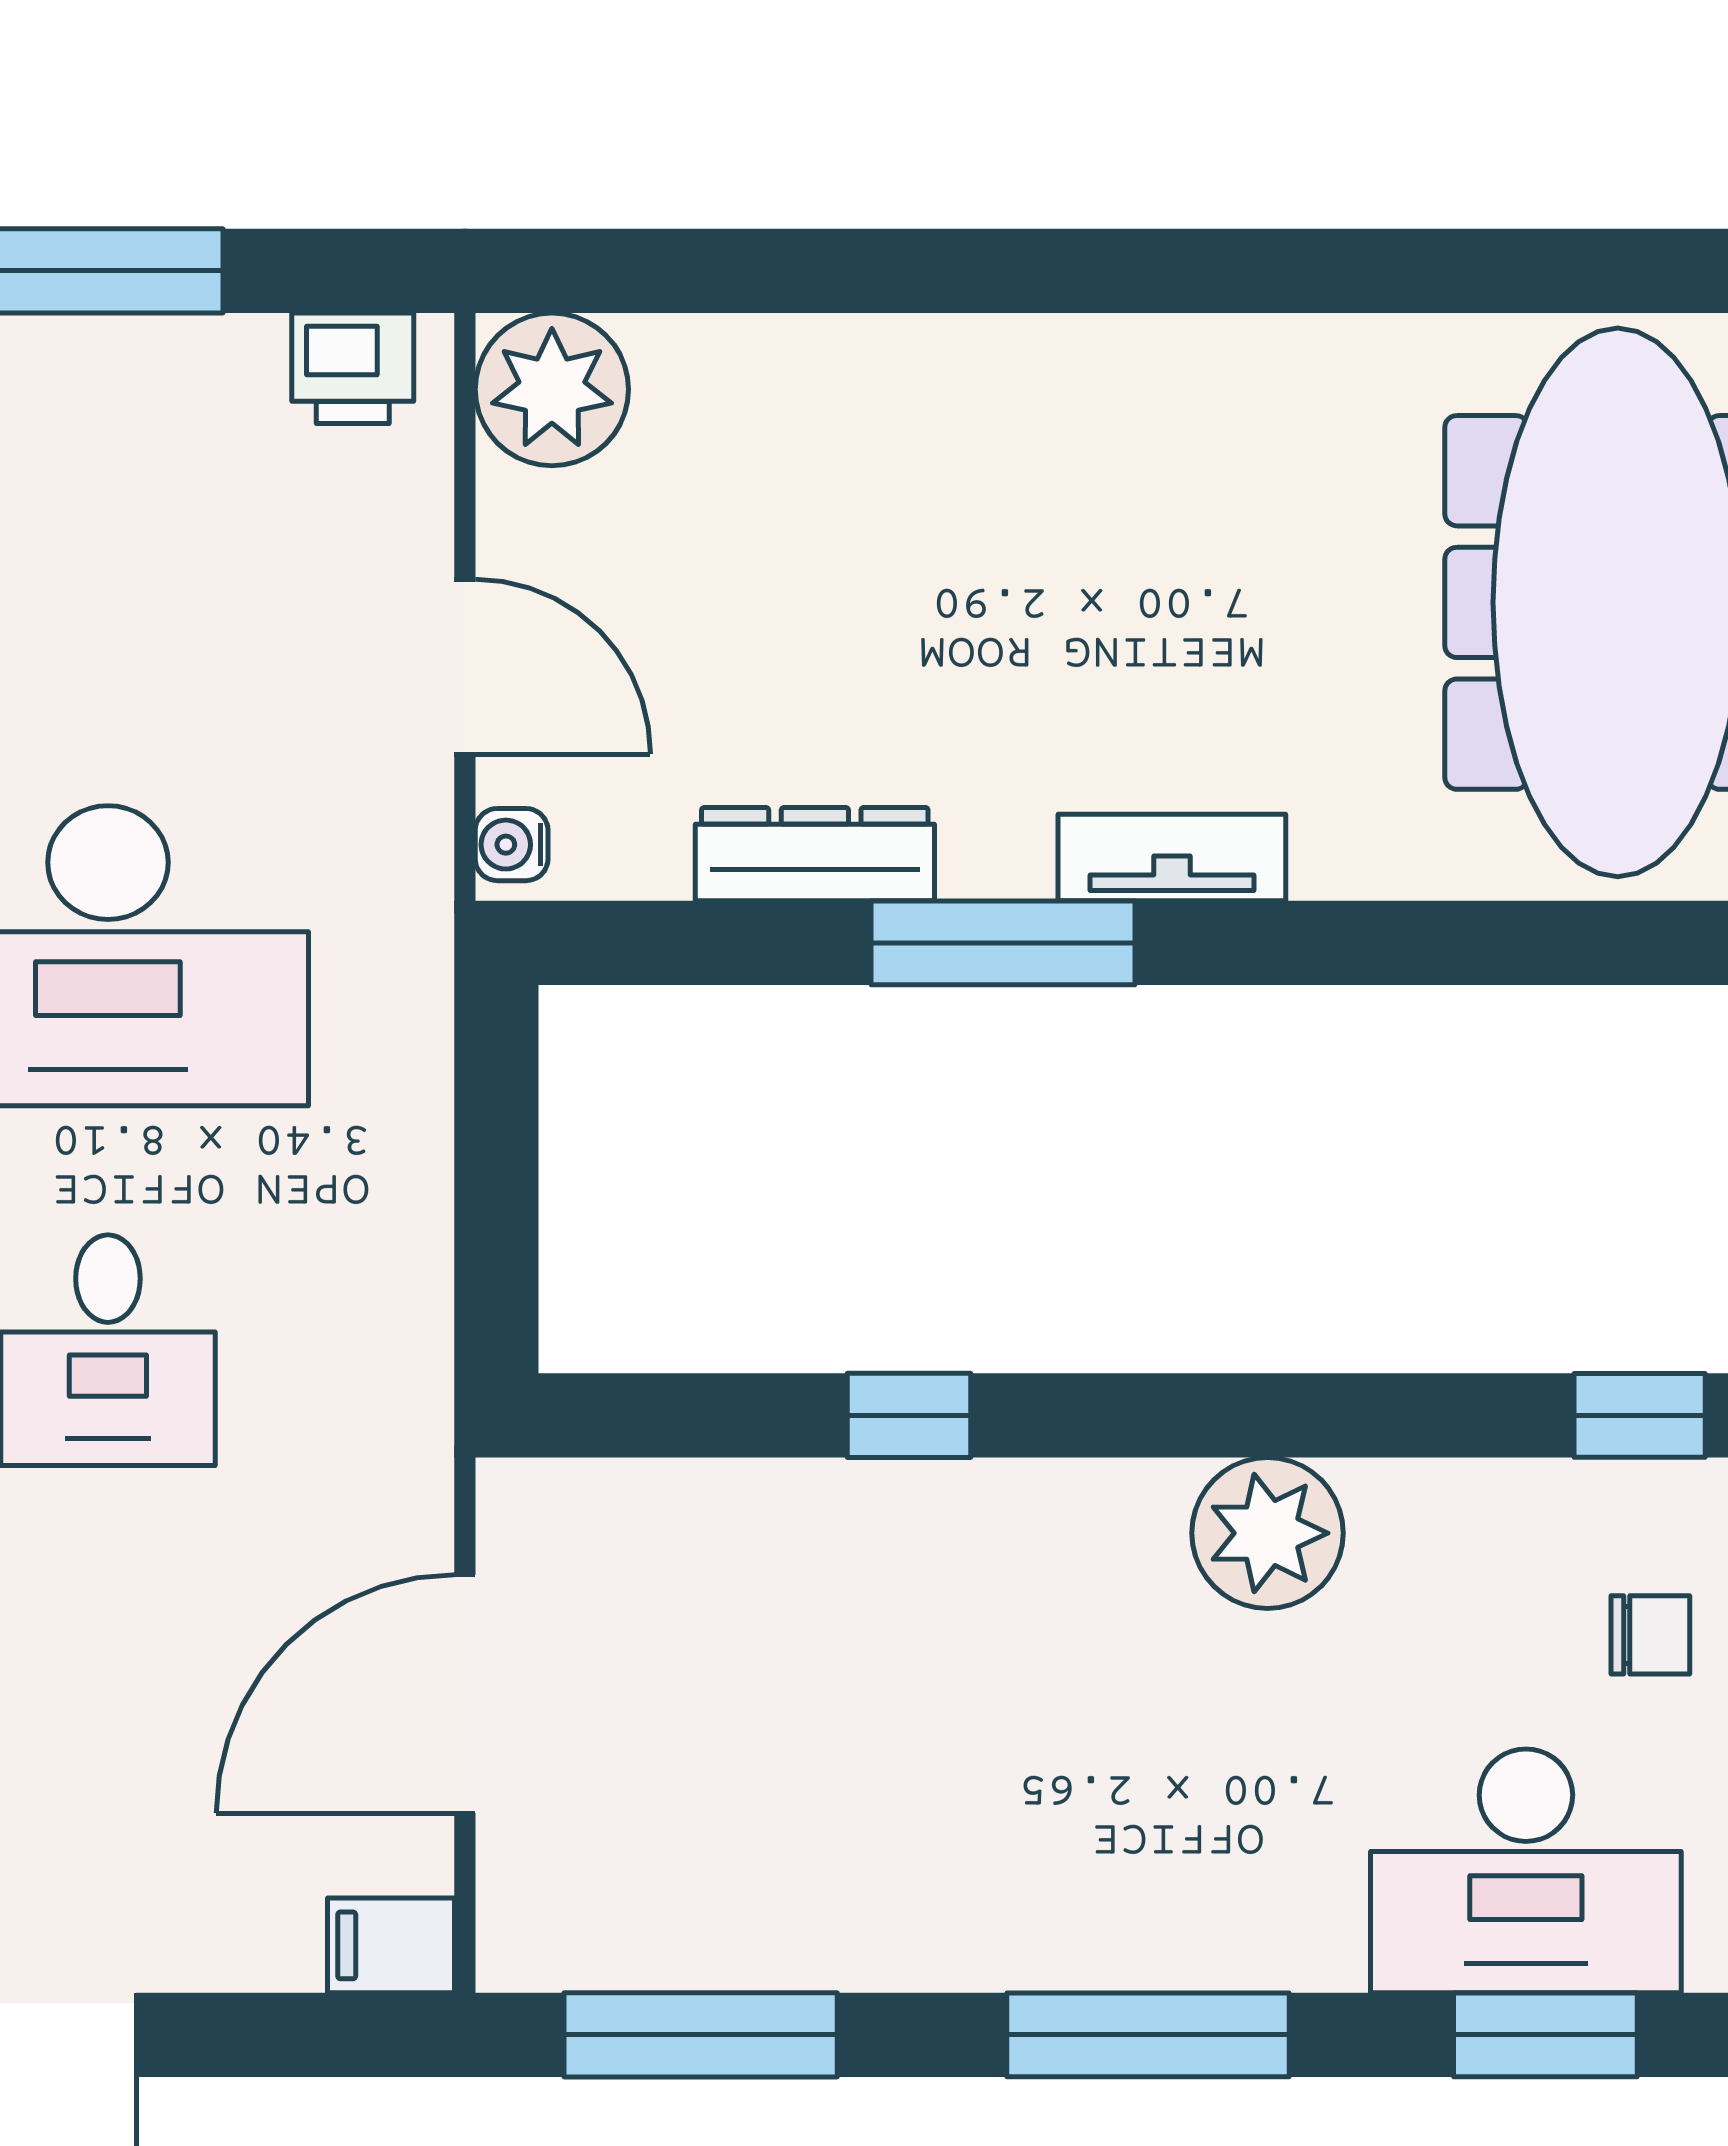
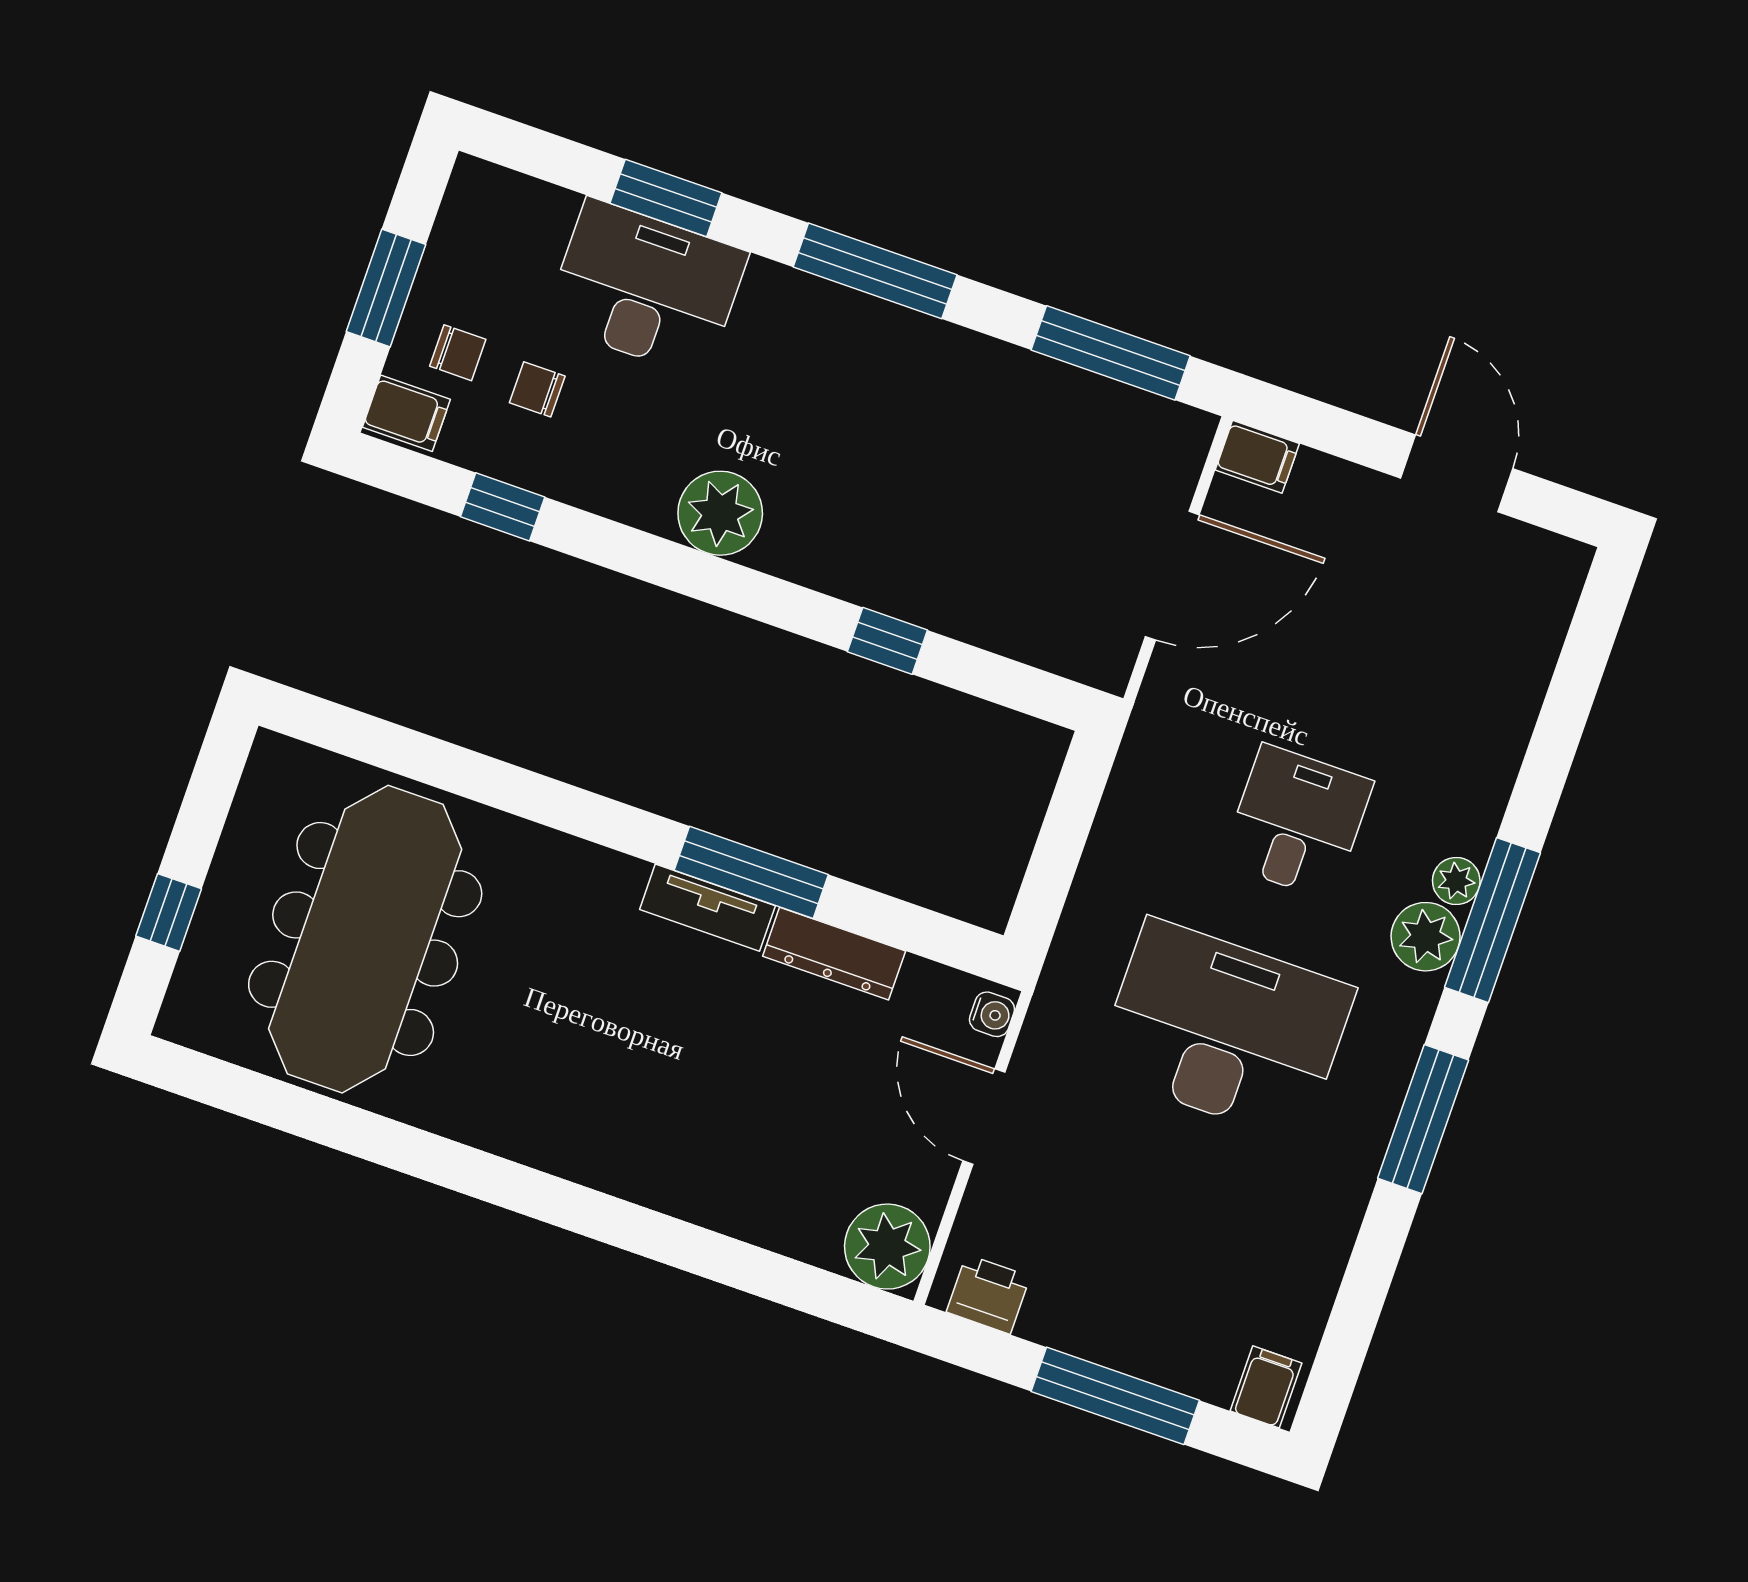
tv unit: (1172, 858) -> (707, 908), moved

